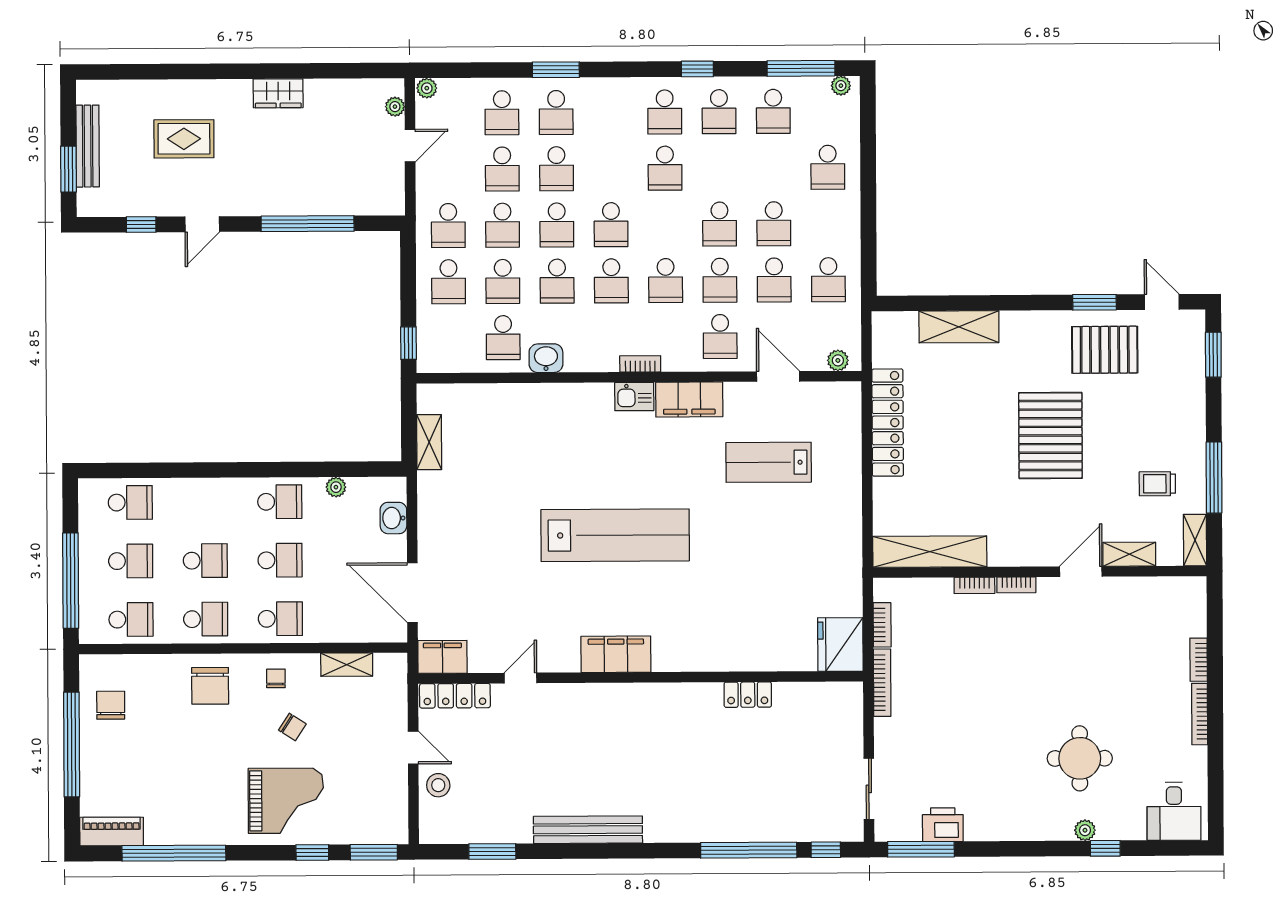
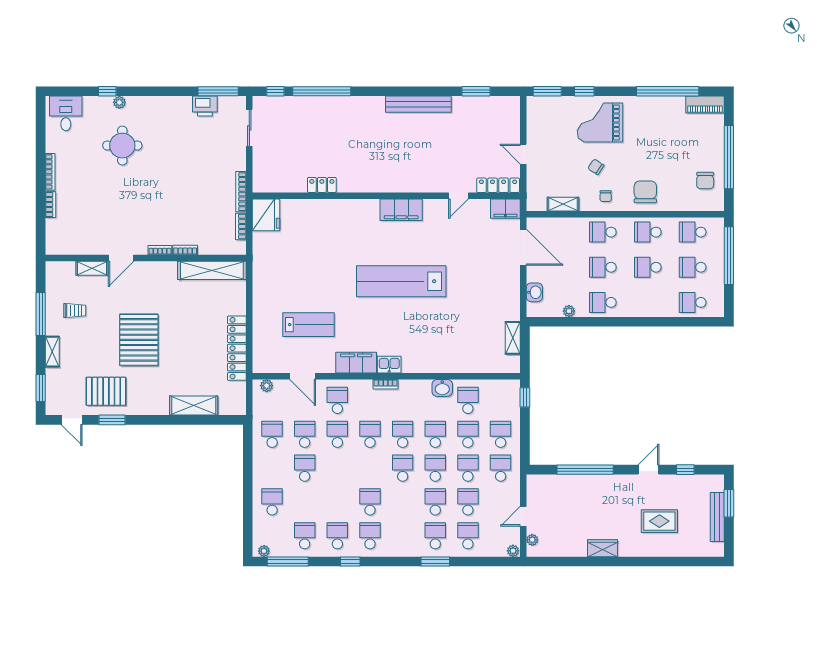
school desk: (720, 224) -> (337, 468), removed
shelving: (1195, 540) -> (52, 352), moved
stool: (438, 785) -> (508, 131), removed

